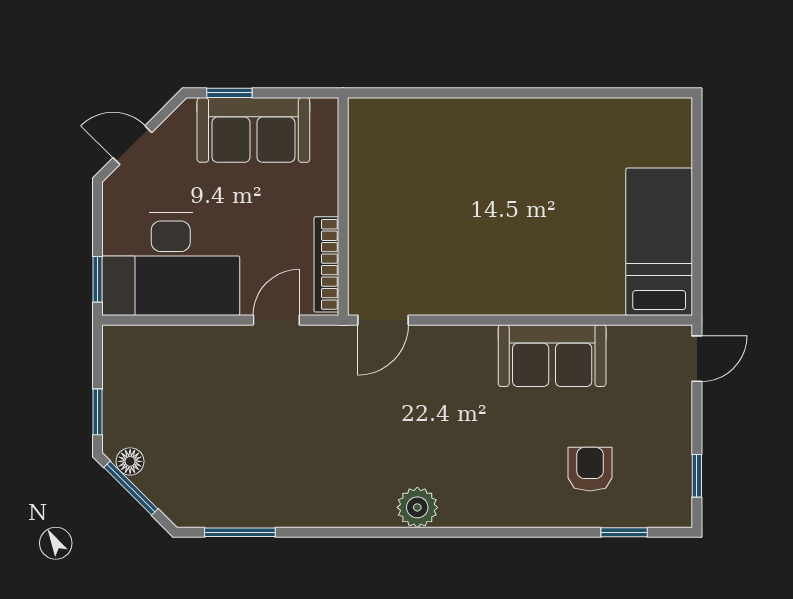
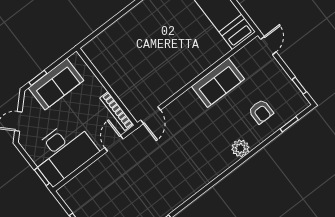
armchair: (590, 469) -> (261, 112), turned 180
plant: (417, 507) -> (240, 148), moved

